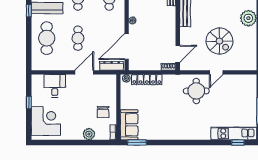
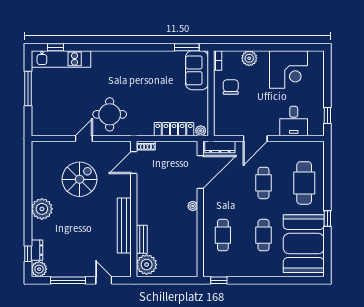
spiral stairs: (219, 41) -> (79, 179), turned 90
window: (29, 103) -> (327, 116), moved
corner desk: (46, 121) -> (288, 70), moved, turned -90

